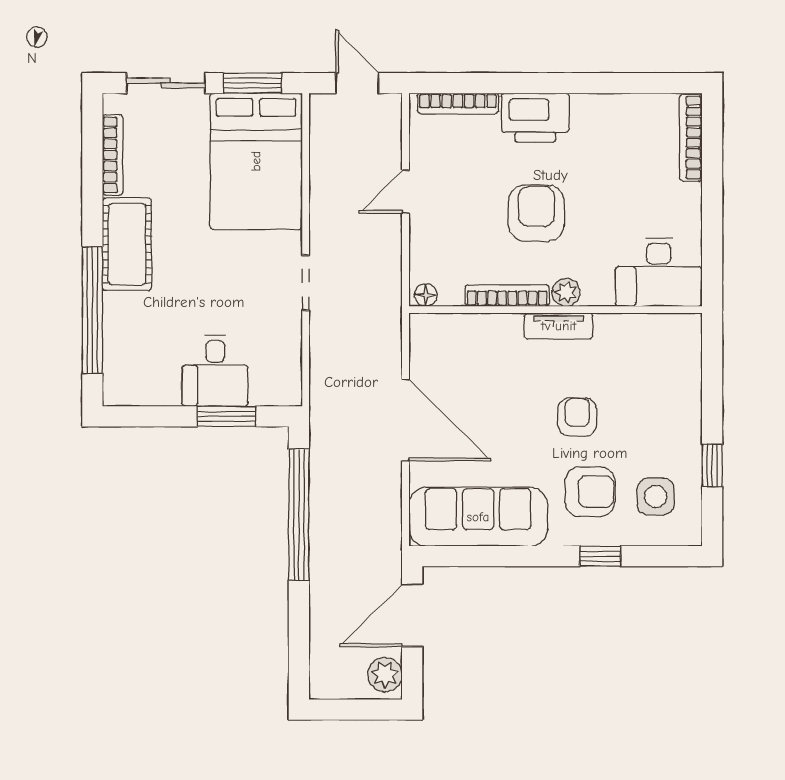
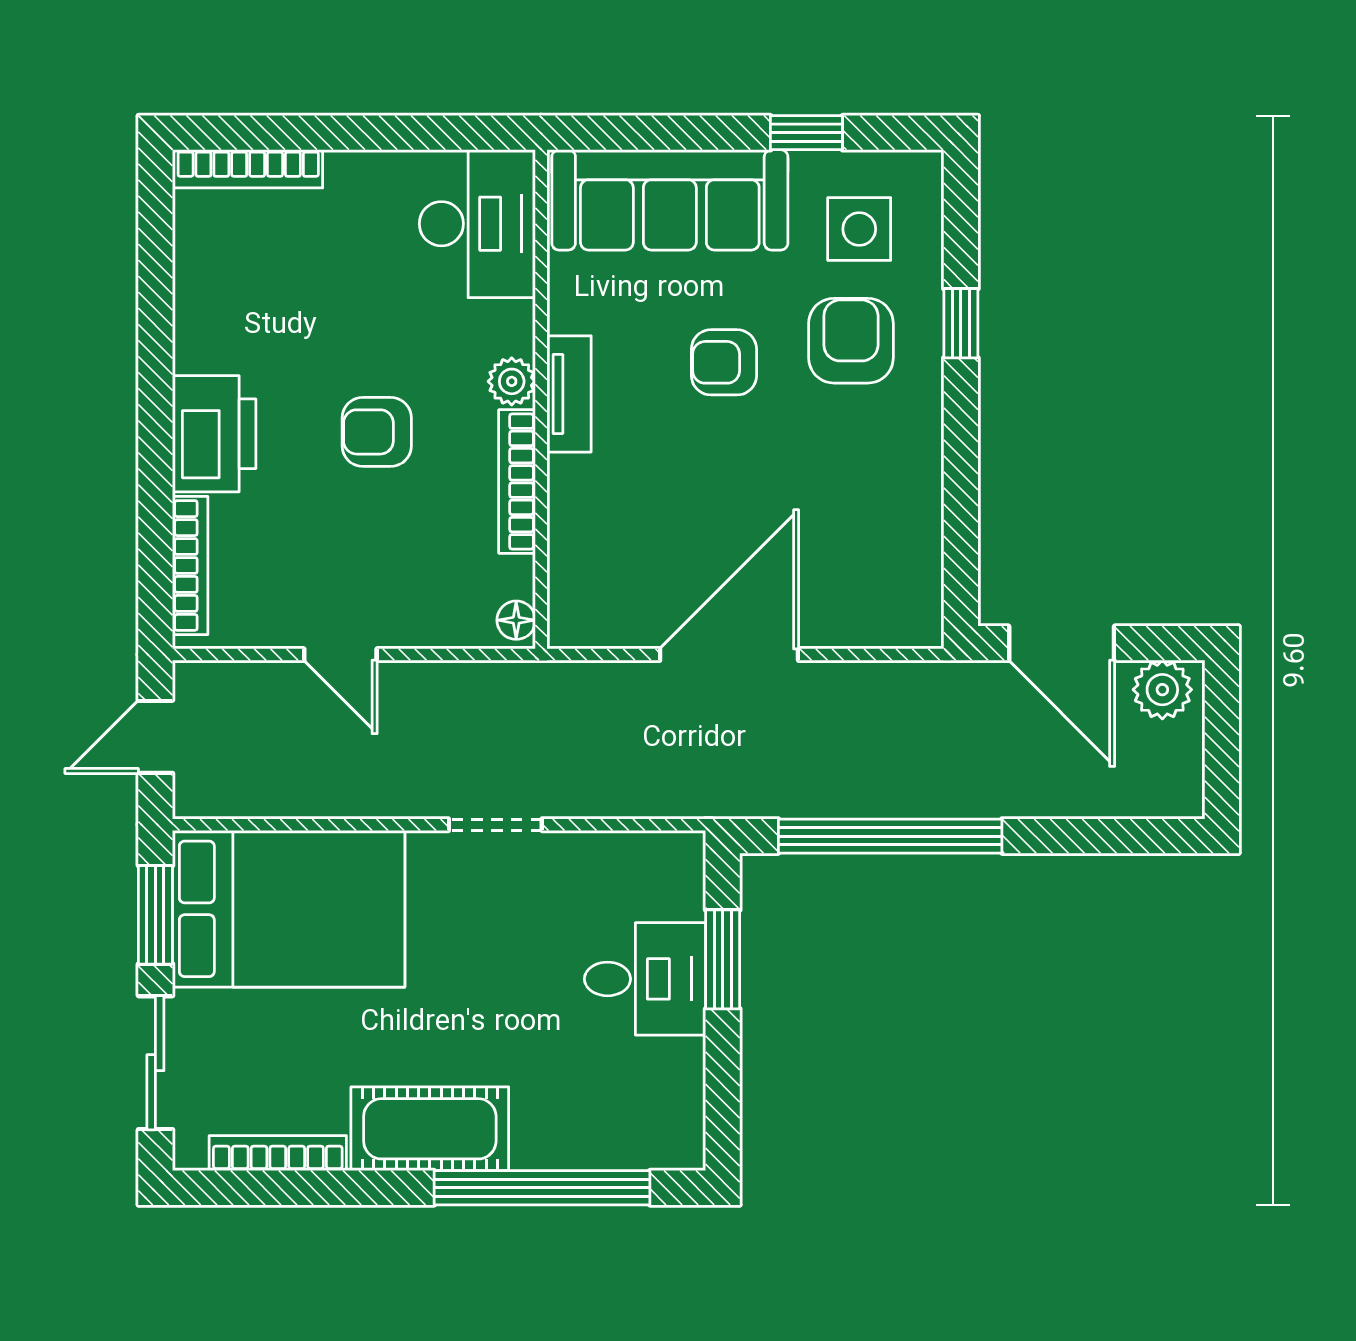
armchair: (536, 213) -> (377, 432), width x0.72, depth x0.72
sofa: (478, 517) -> (670, 200), moved, turned -90

